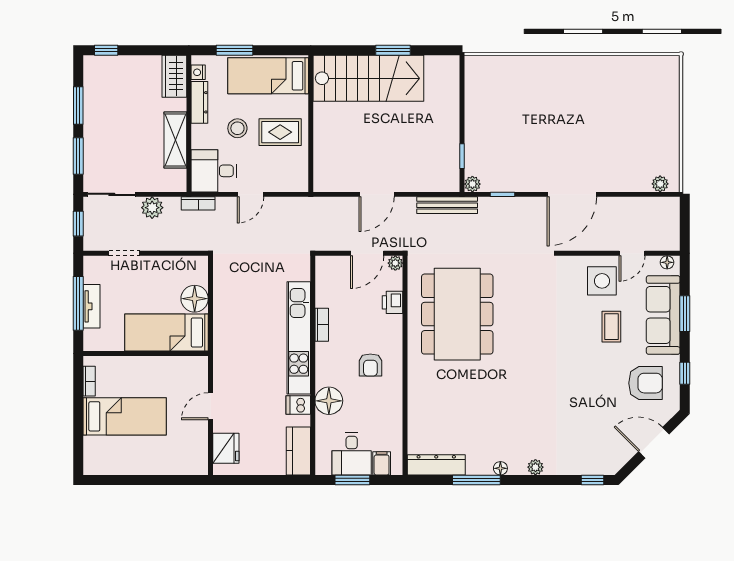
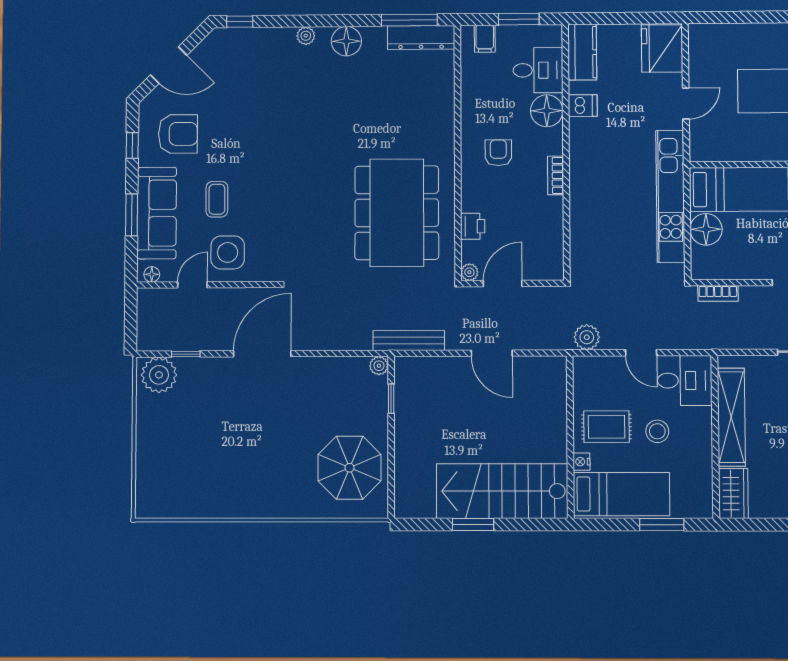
nightstand: (198, 72) -> (581, 462), moved, turned 180
parasol: (497, 98) -> (350, 468), added
dresser: (199, 102) -> (703, 462), removed
shelving: (175, 140) -> (731, 417), width x1.47
plant: (660, 184) -> (159, 375), width x1.87, depth x1.87
door: (250, 194) -> (641, 353), swing flipped
door: (377, 194) -> (492, 353), swing flipped
window: (503, 194) -> (186, 354), moved
bookcase: (198, 203) -> (718, 293), moved, turned 180
plant: (152, 208) -> (587, 337), moved
bookcase: (322, 325) -> (556, 175), moved
kitchen unit: (299, 338) -> (670, 196), moved, turned 180
armchair: (645, 383) -> (178, 134), turned 180
fridge: (226, 448) -> (662, 48), width x1.36, depth x1.34
desk: (352, 454) -> (538, 70), moved, turned 90
floor lamp: (500, 468) -> (346, 41), width x1.89, depth x1.89
window: (476, 480) -> (409, 20), moved

